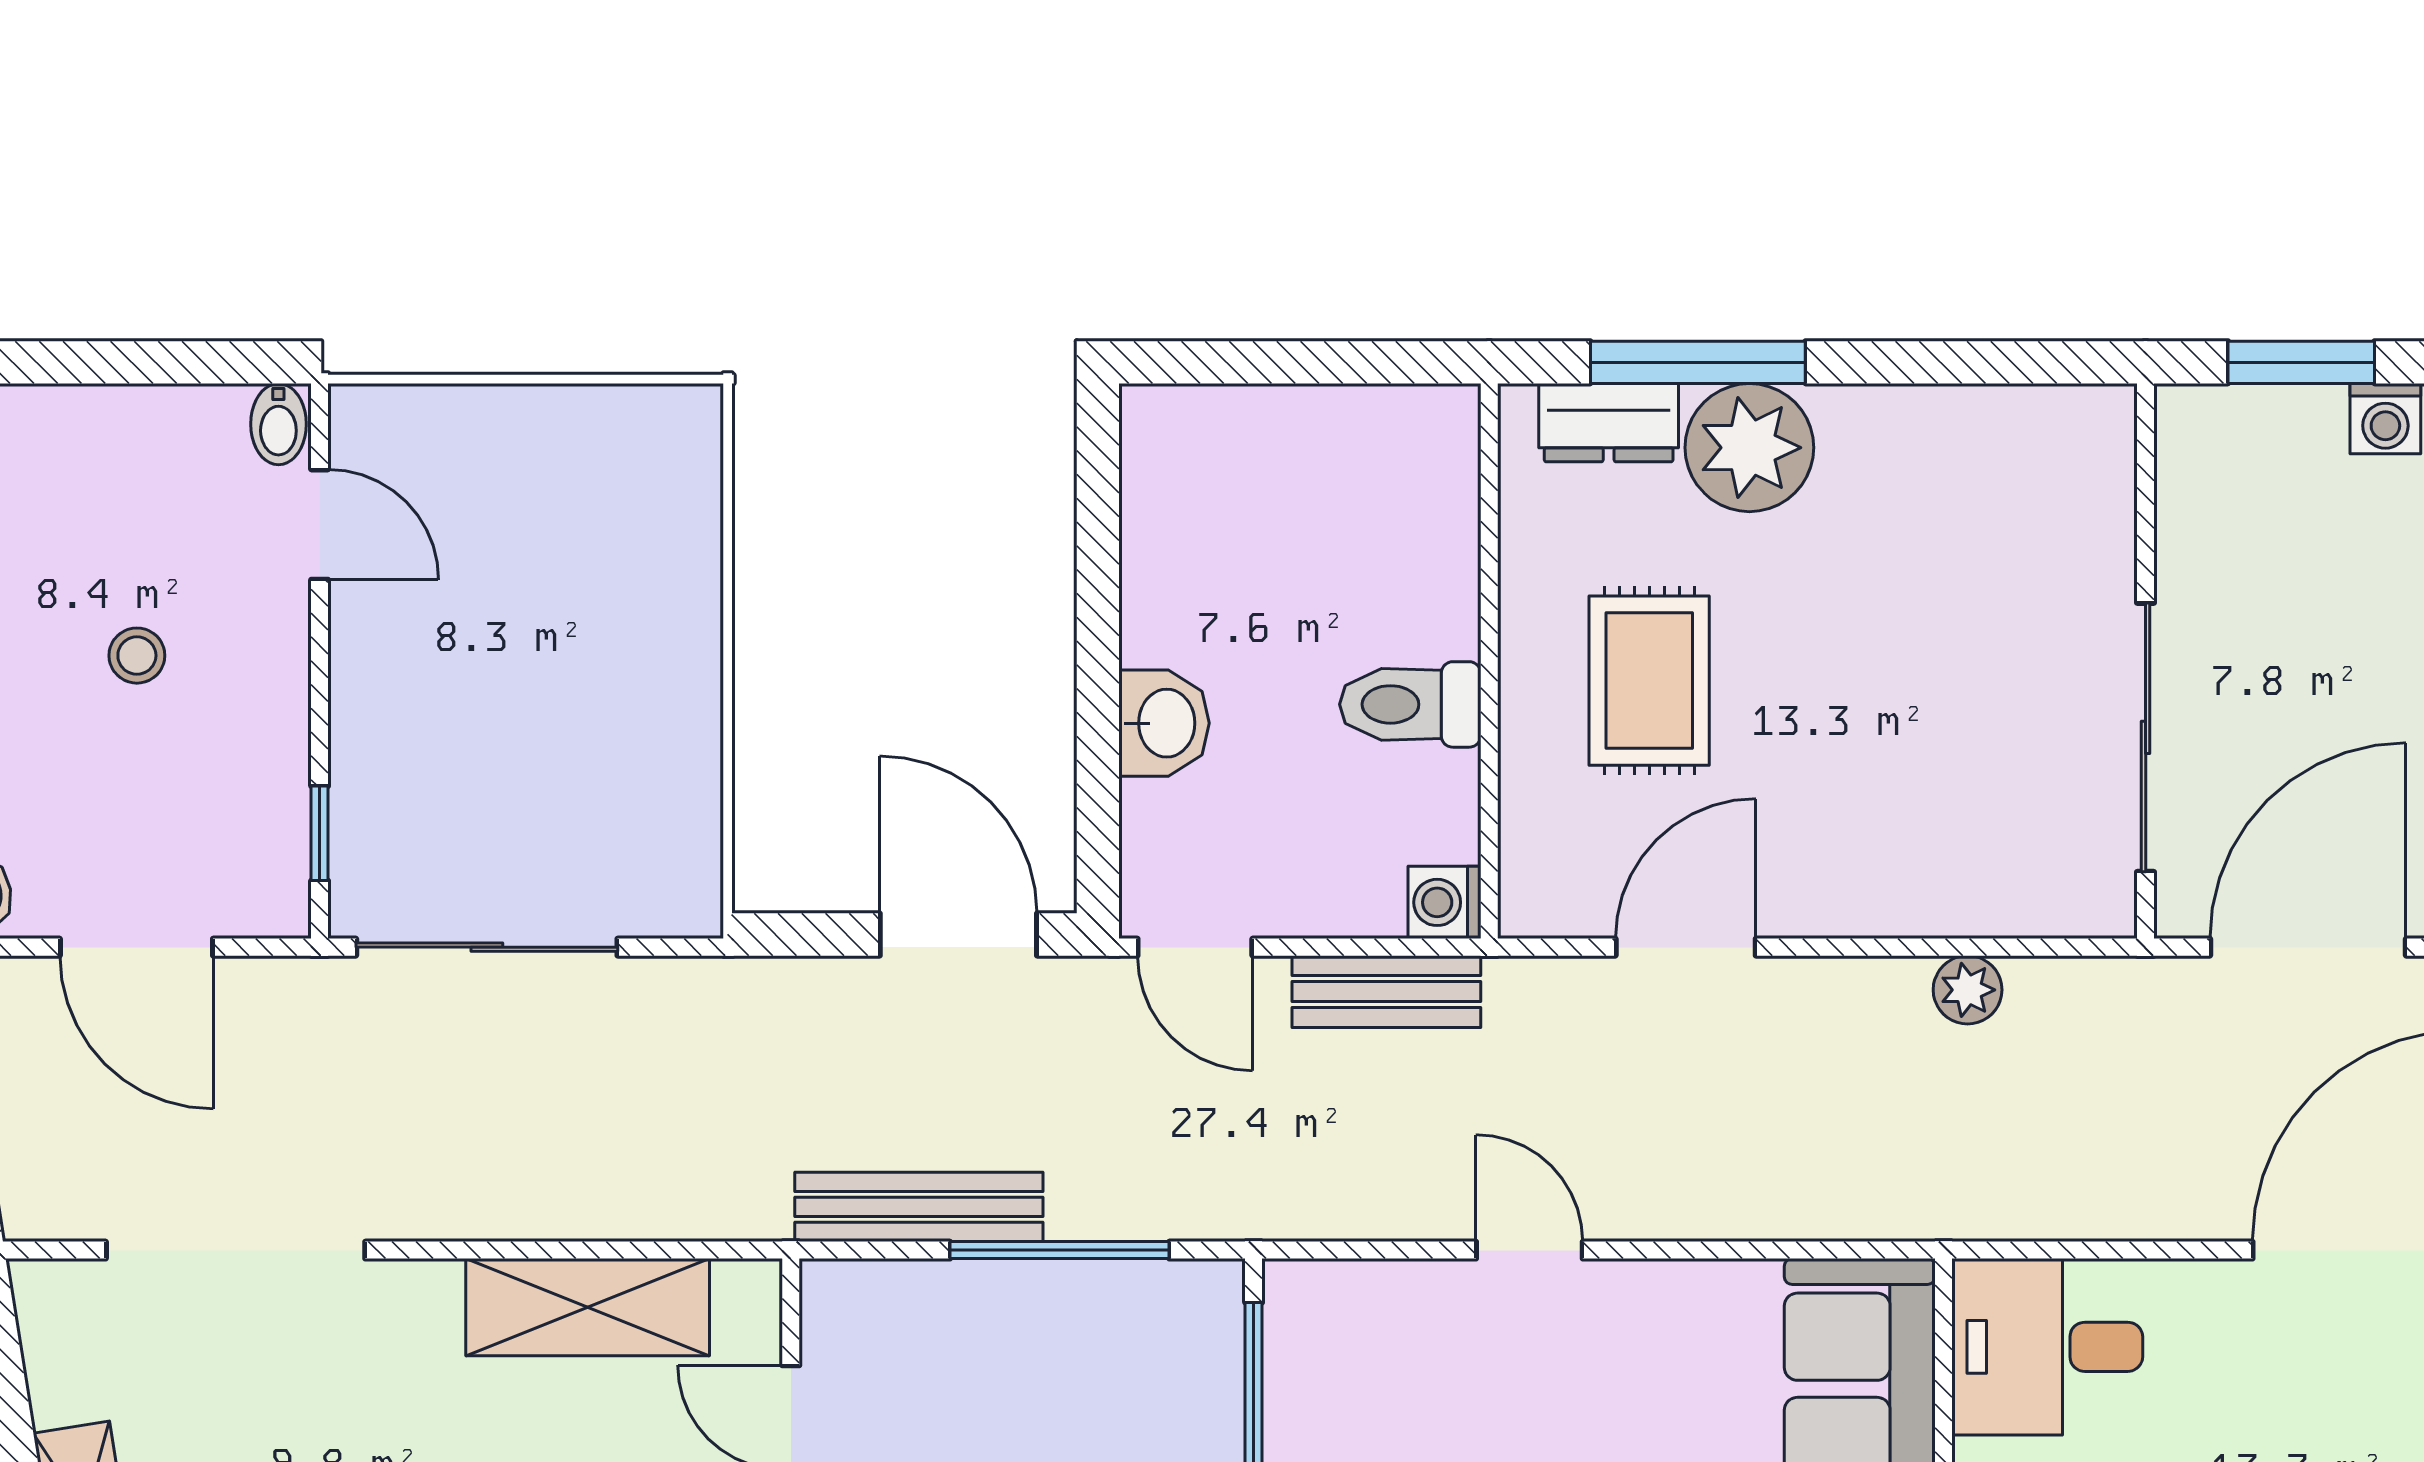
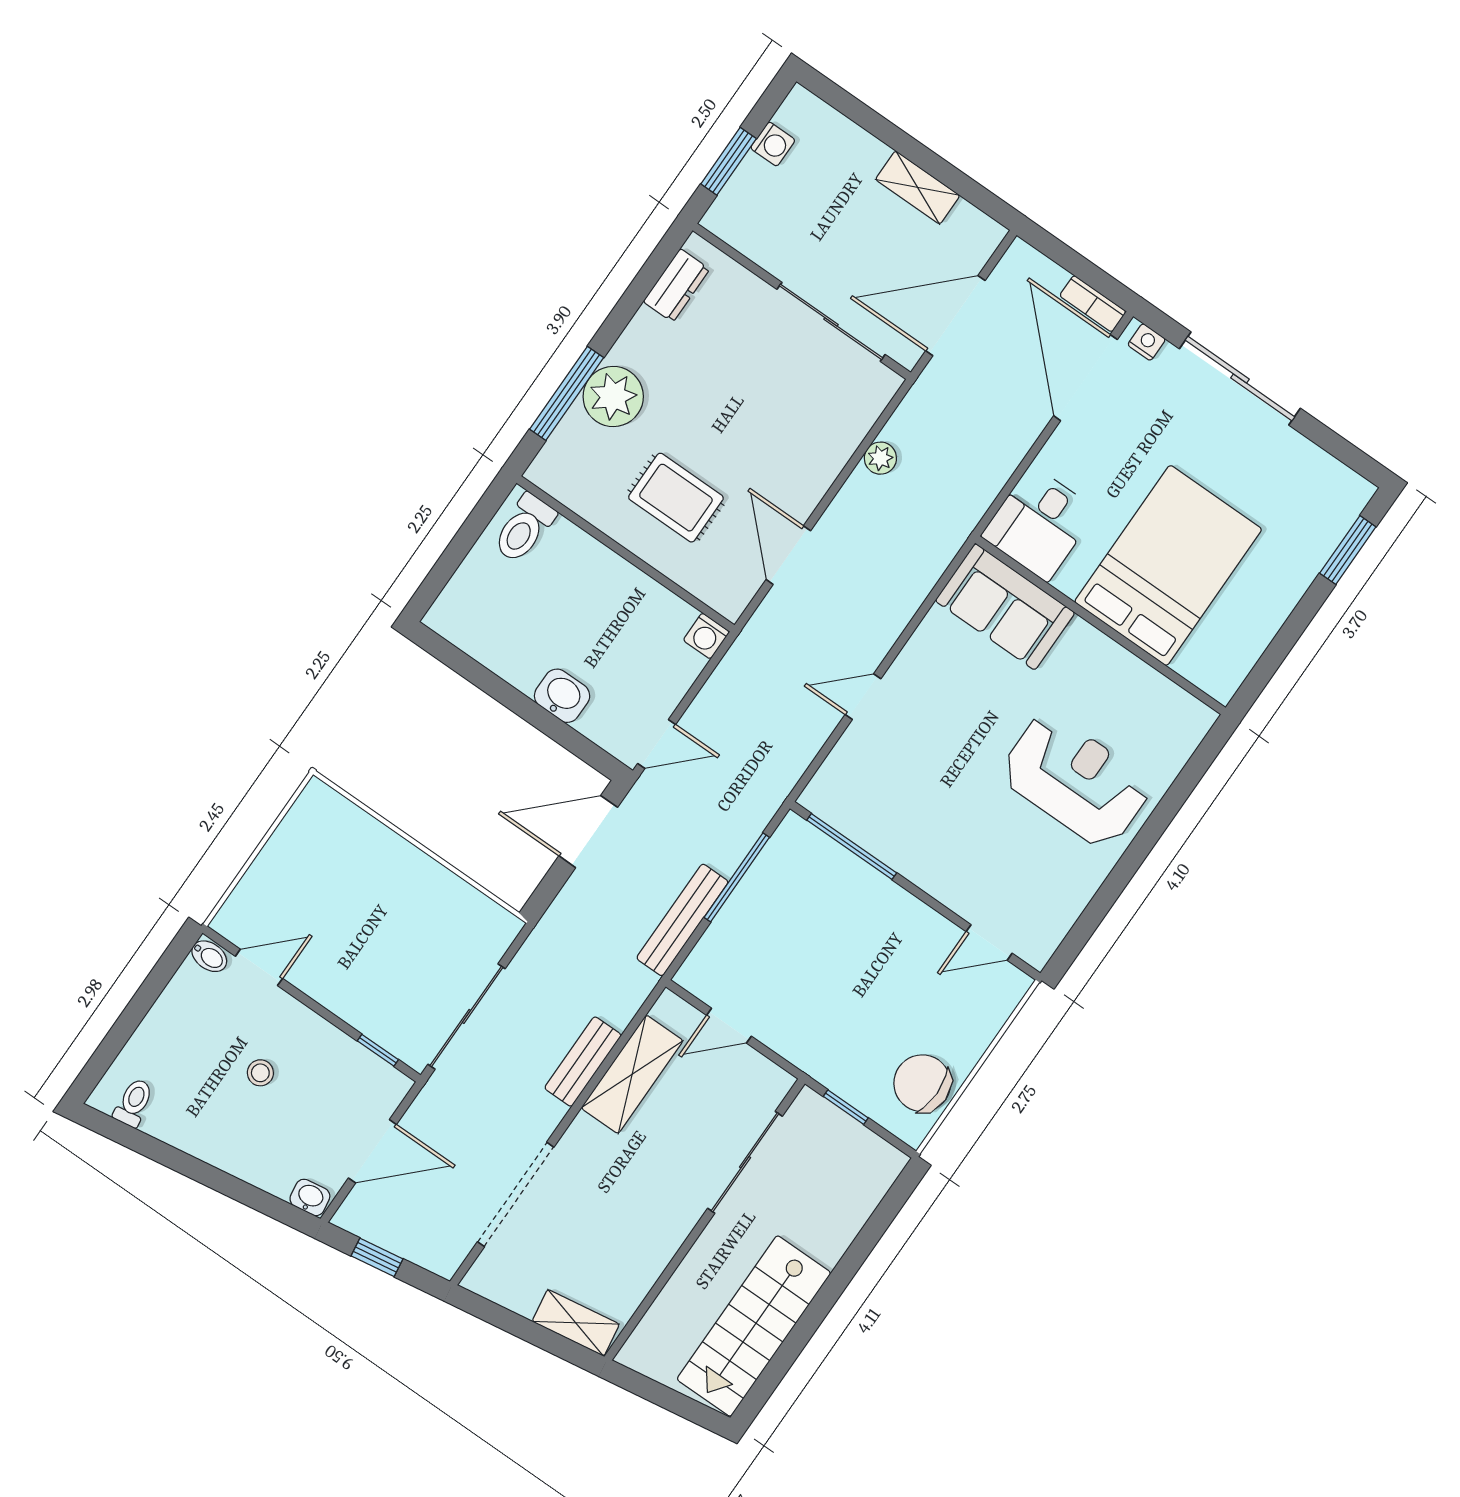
dresser: (1609, 423) -> (676, 285), moved
toilet: (1410, 704) -> (524, 528), moved
door: (2308, 947) -> (955, 316), hinge flipped
bench: (1386, 992) -> (583, 1062), moved

